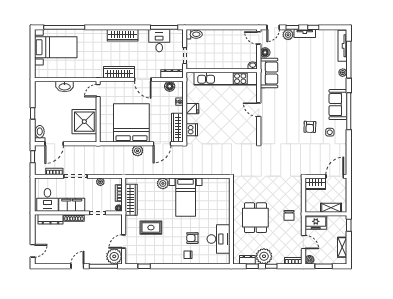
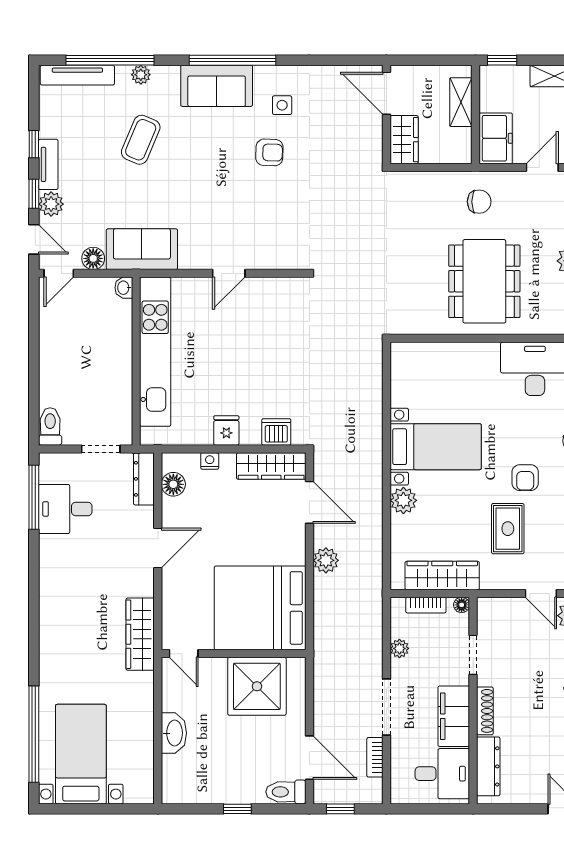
wardrobe: (123, 35) -> (53, 596), removed
wardrobe: (119, 72) -> (140, 634), moved
coffee table: (315, 73) -> (141, 140), added
bed: (131, 123) -> (260, 608), moved
dining table: (255, 218) -> (484, 281), width x1.38
armchair: (192, 238) -> (525, 478), moved

